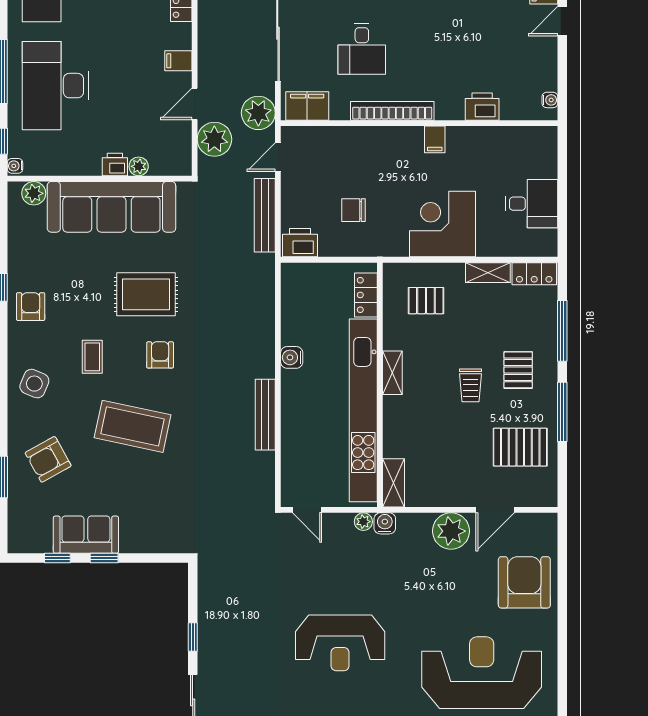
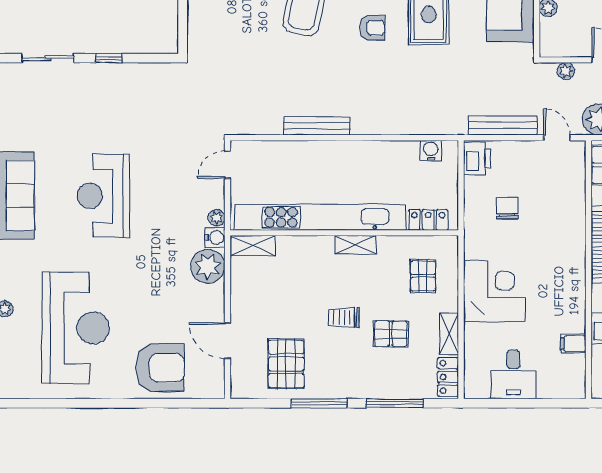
plant: (214, 139) -> (566, 71), width x0.53, depth x0.53
filing cabinet: (435, 139) -> (573, 344), moved
water cooler: (292, 357) -> (431, 151), moved
pallet: (518, 370) -> (391, 334), moved
plant: (451, 531) -> (208, 266), moved

